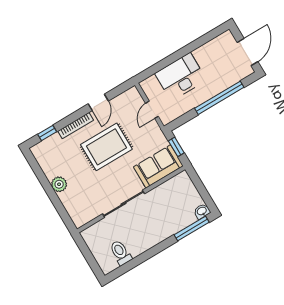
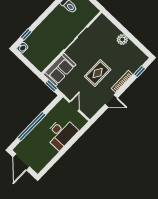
door: (98, 102) -> (111, 101), swing flipped
rug: (106, 147) -> (98, 73), width x0.73, depth x0.70
window: (192, 229) -> (26, 34), width x0.46

